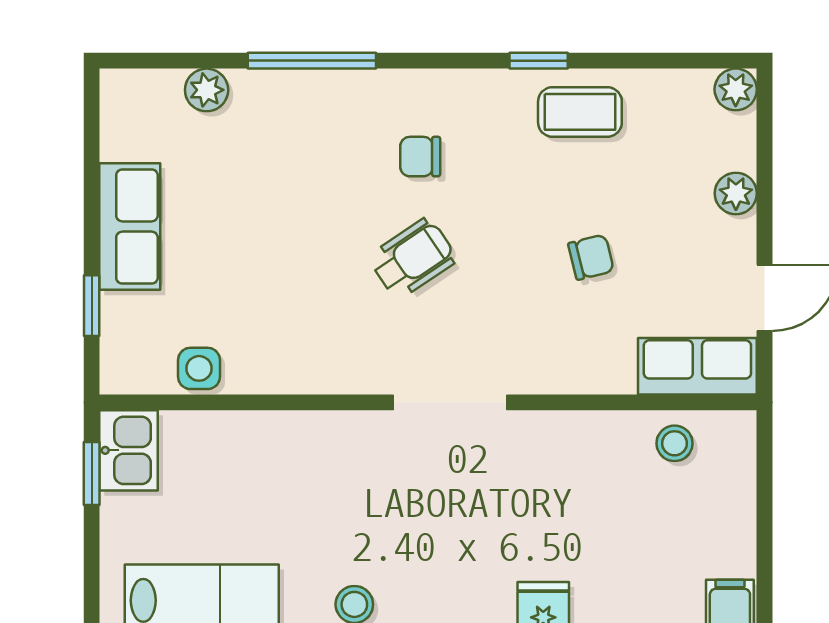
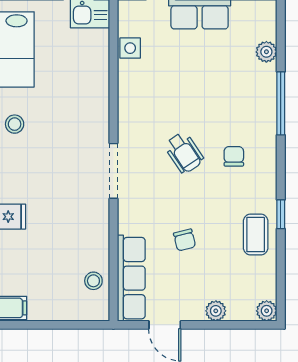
row of seats: (697, 366) -> (131, 278), width x1.48

